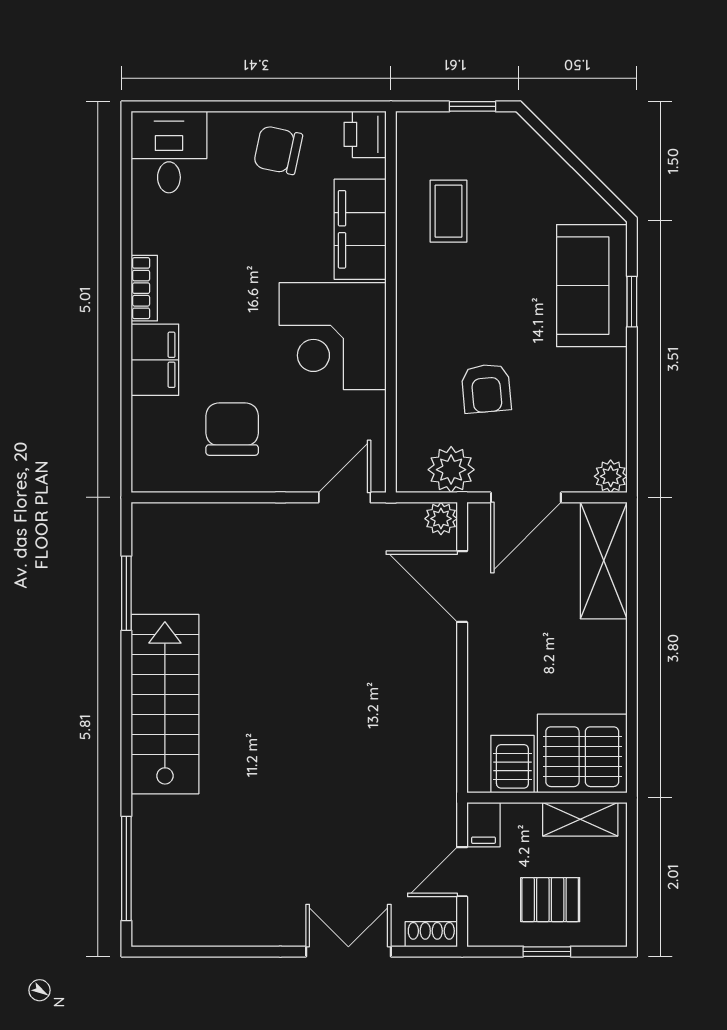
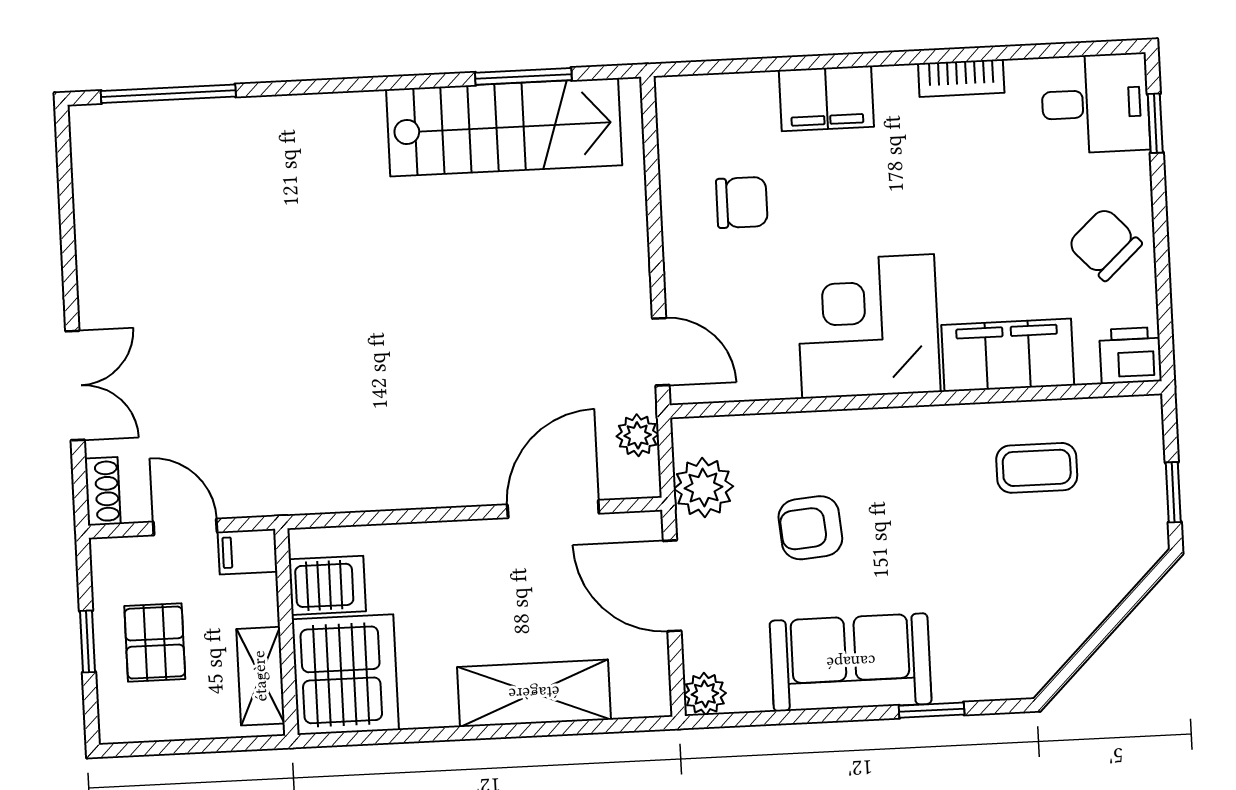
window: (187, 106) -> (1155, 123), added
chair: (278, 150) -> (1105, 244), turned -55
sofa: (592, 286) -> (851, 662), moved
bookcase: (144, 288) -> (961, 78), moved
chair: (232, 429) -> (742, 202), width x0.73, depth x0.73
plant: (441, 519) -> (638, 435), moved
shelving: (604, 561) -> (534, 693), moved
stairs: (165, 704) -> (504, 127), moved

